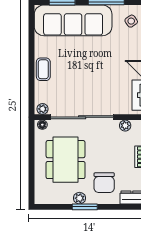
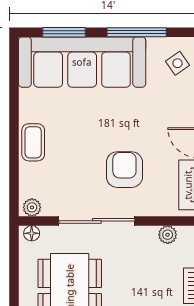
armchair: (99, 86) -> (124, 170), added
sliding door: (82, 117) -> (97, 221), width x0.73

